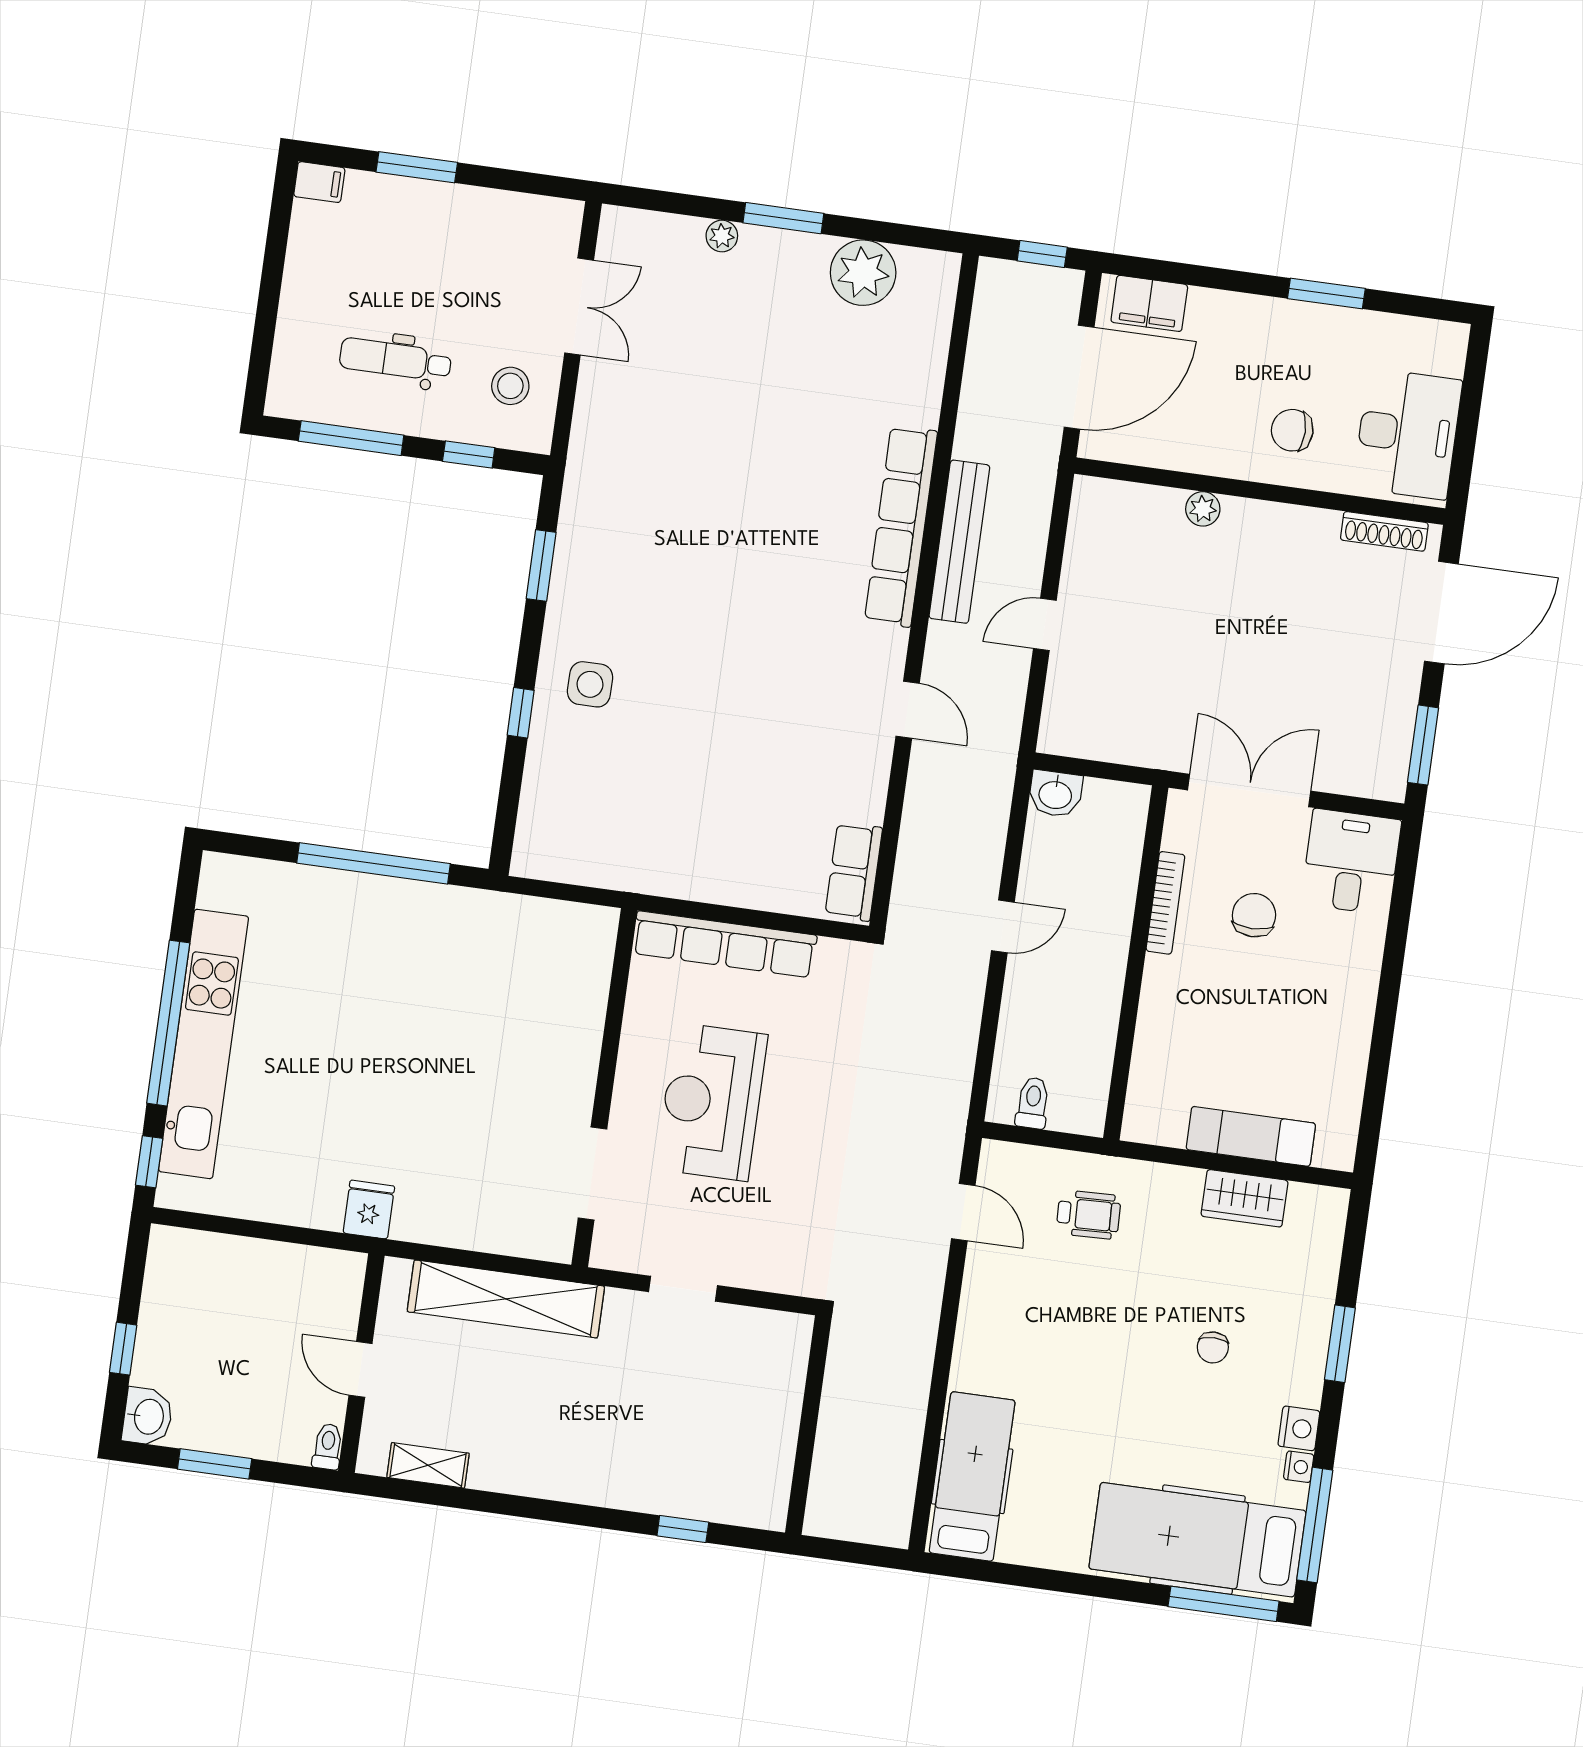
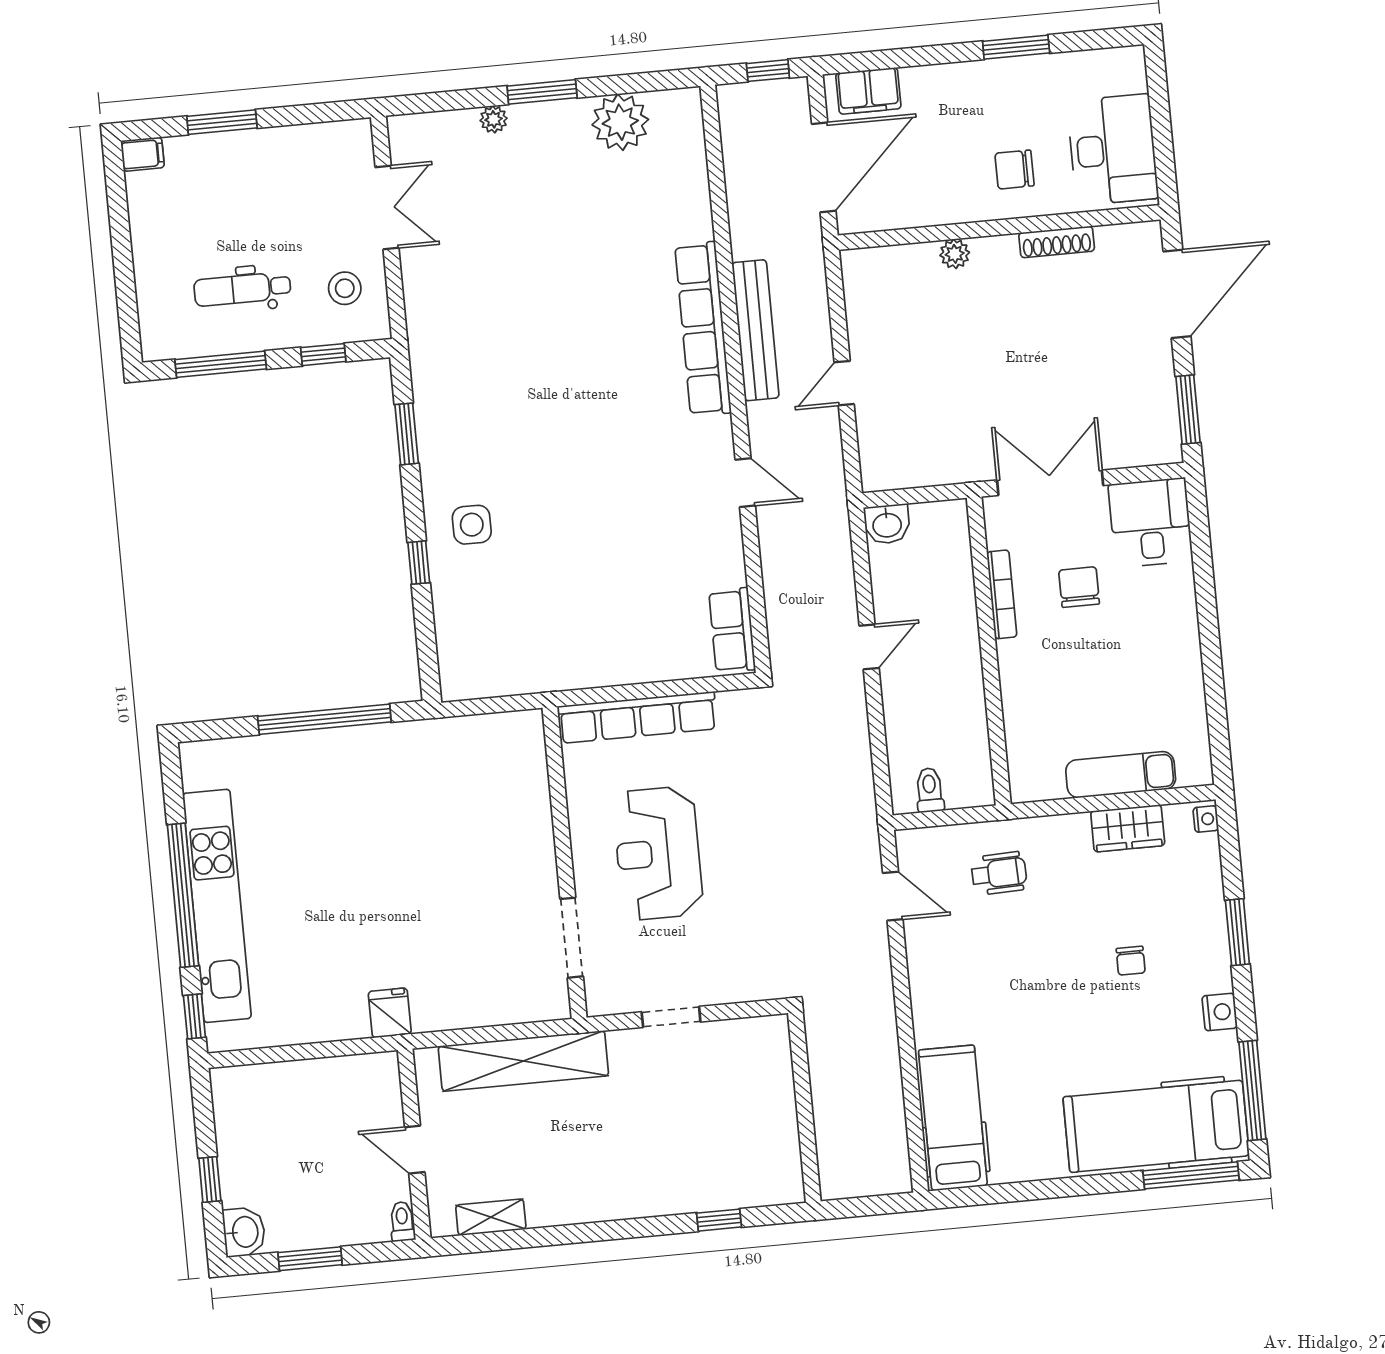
shoe rack: (1384, 531) -> (1057, 242), moved
nightstand: (1299, 1467) -> (1206, 819), moved

